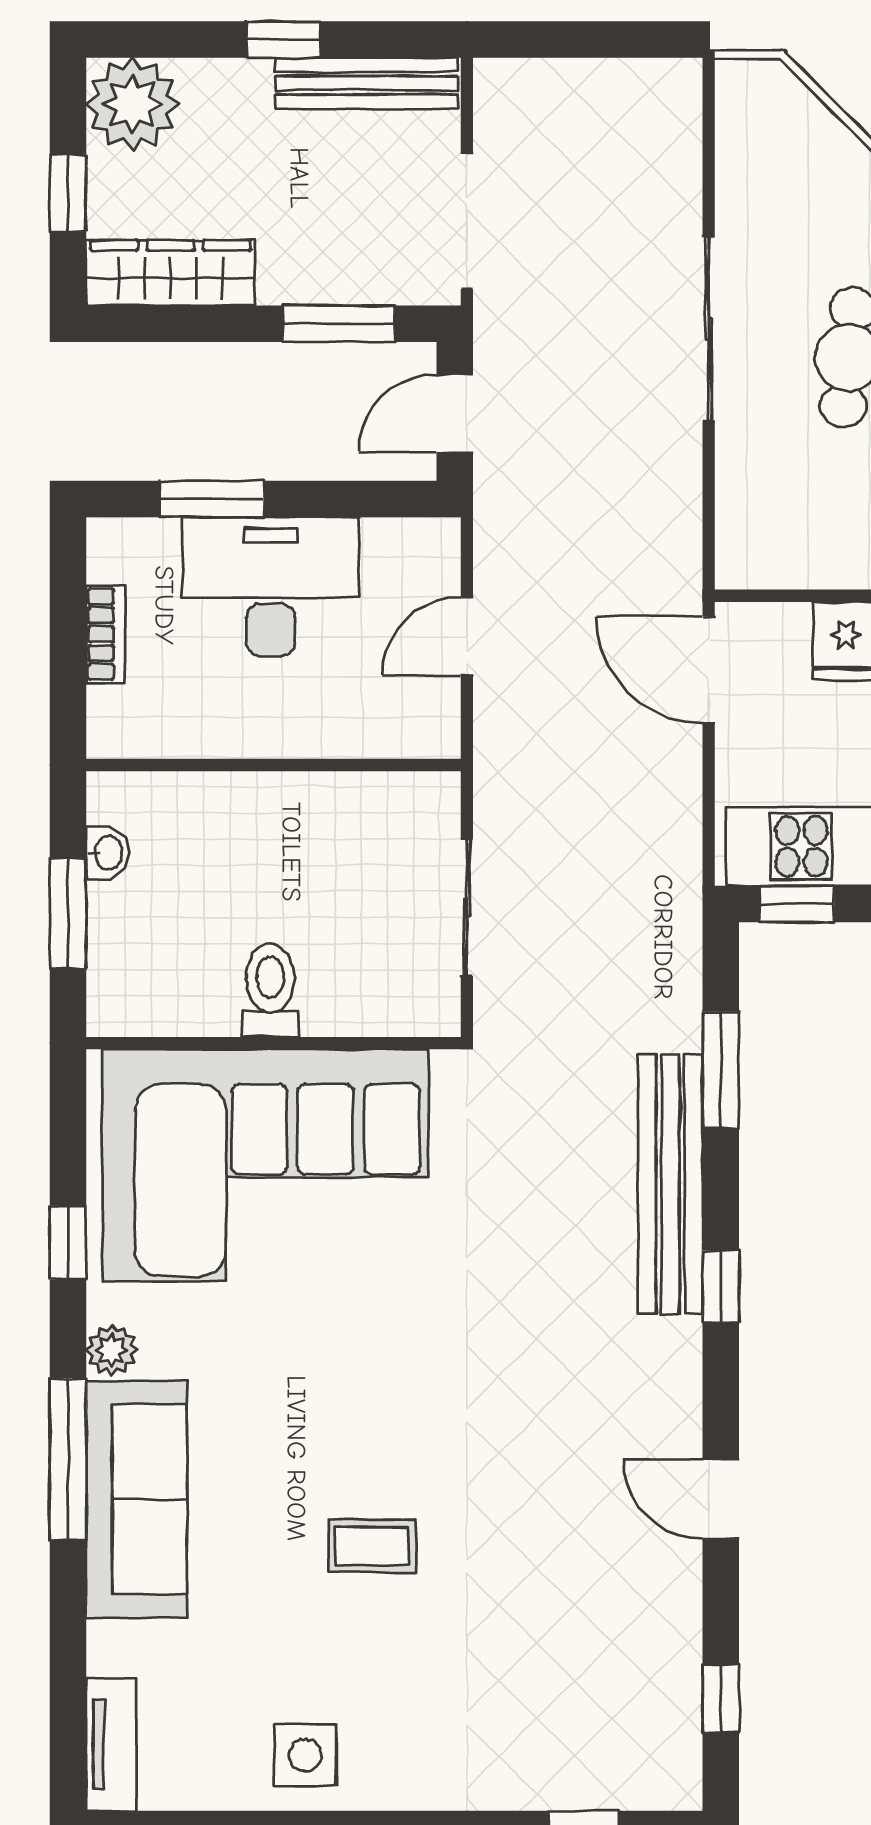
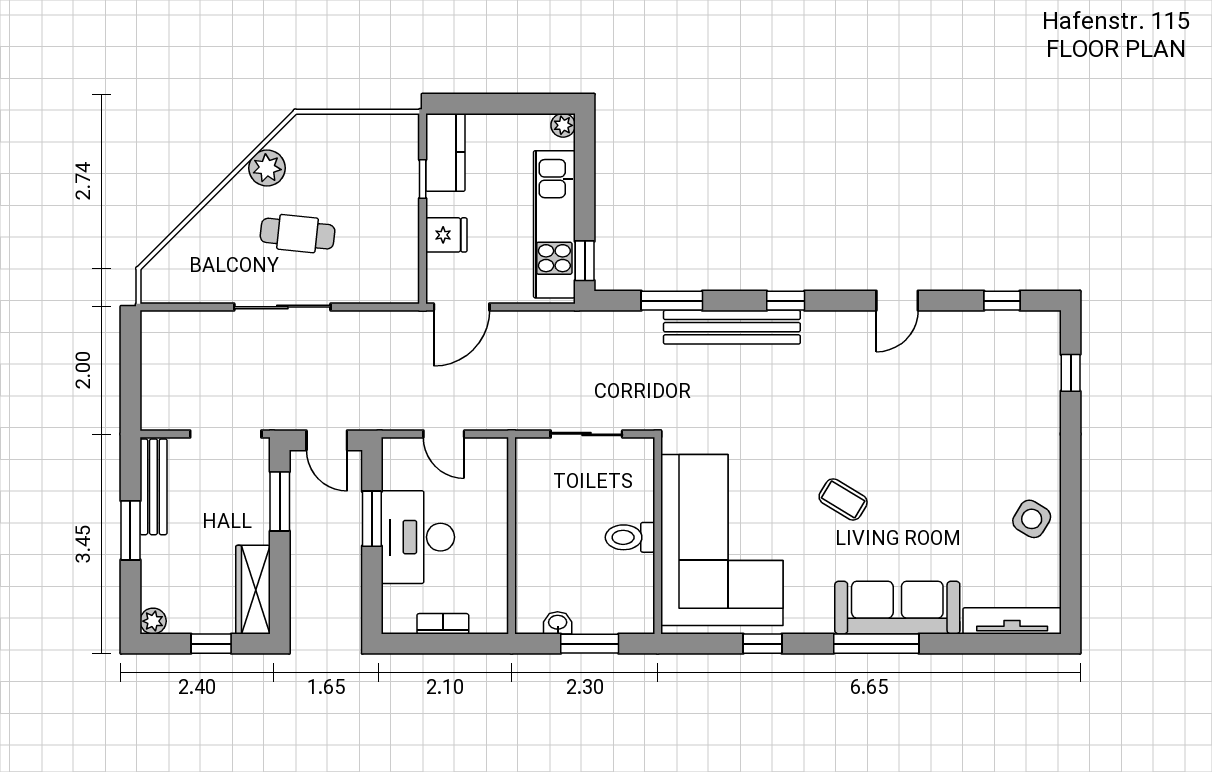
window: (284, 40) -> (130, 530), width x1.50
plant: (132, 104) -> (153, 621), width x0.53, depth x0.53
window: (212, 499) -> (372, 519), moved
plant: (112, 1350) -> (819, 621), removed
coffee table: (372, 1546) -> (843, 499), moved, turned -59
tv unit: (111, 1745) -> (1012, 621), width x1.41
side table: (305, 1755) -> (1032, 519), turned 31

